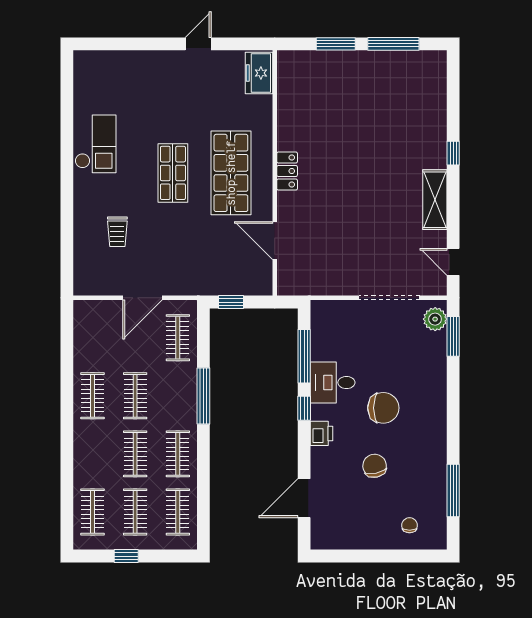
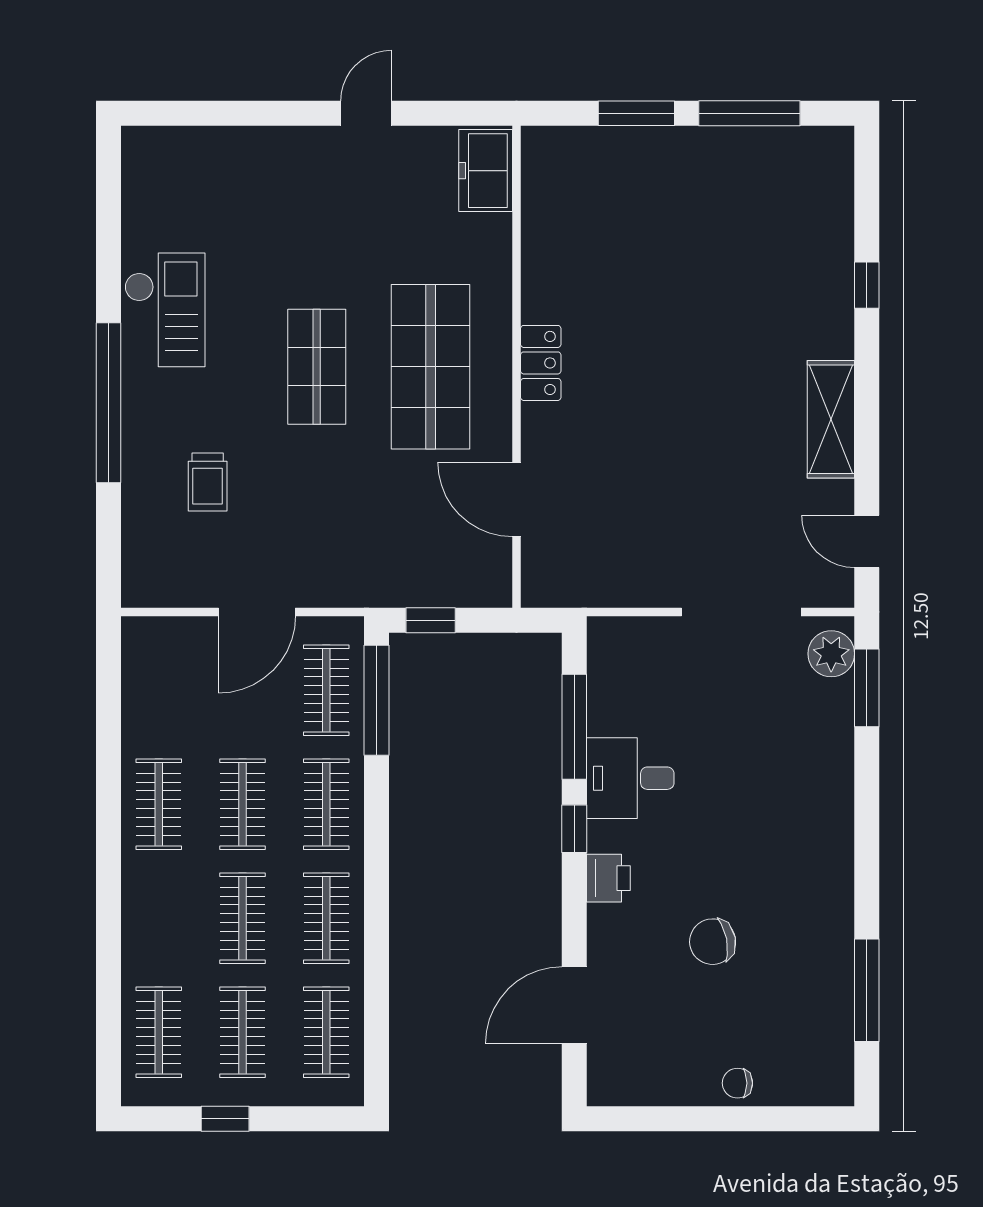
window: (453, 153) -> (867, 285), moved
window: (67, 191) -> (109, 403), added
clothes rail: (178, 396) -> (326, 804), added
window: (203, 396) -> (376, 700), moved
chair: (383, 408) -> (730, 828), removed
chair: (375, 466) -> (713, 942), turned -89
chair: (410, 525) -> (737, 1083), moved, turned -90

